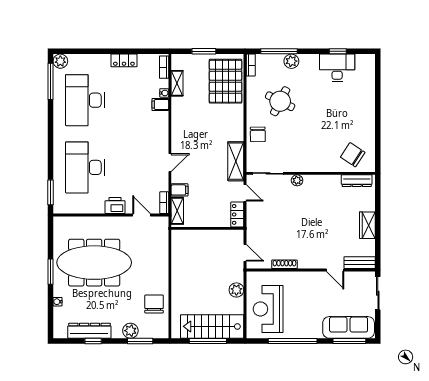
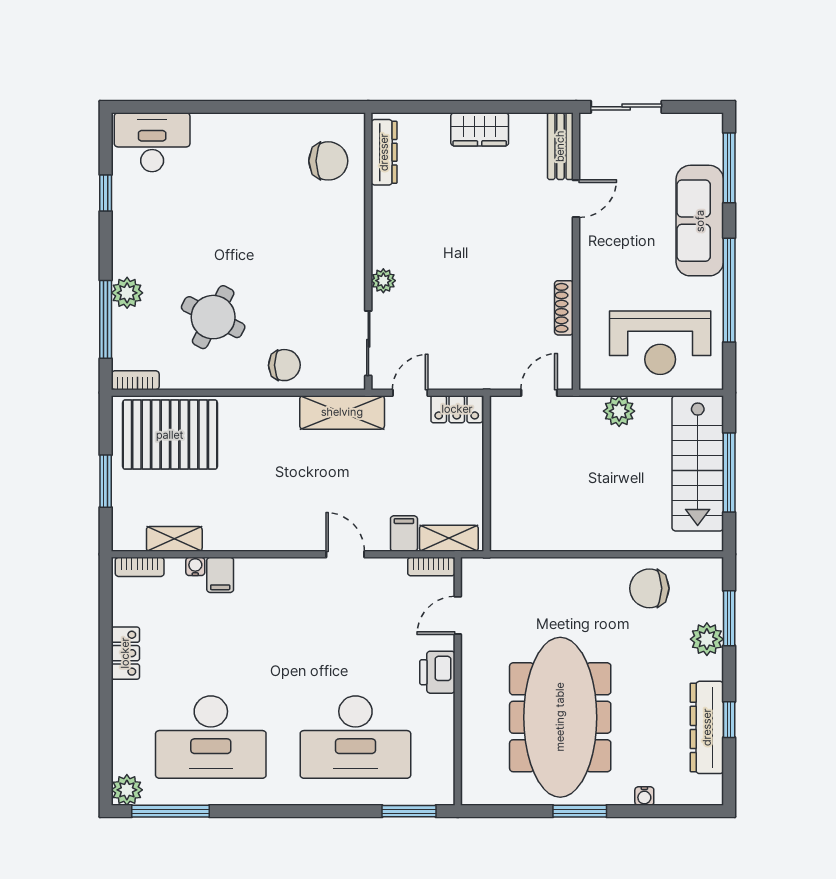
desk: (337, 68) -> (152, 142), moved, turned 90
chair: (353, 155) -> (328, 161), turned -123
sofa: (349, 327) -> (700, 221), moved

